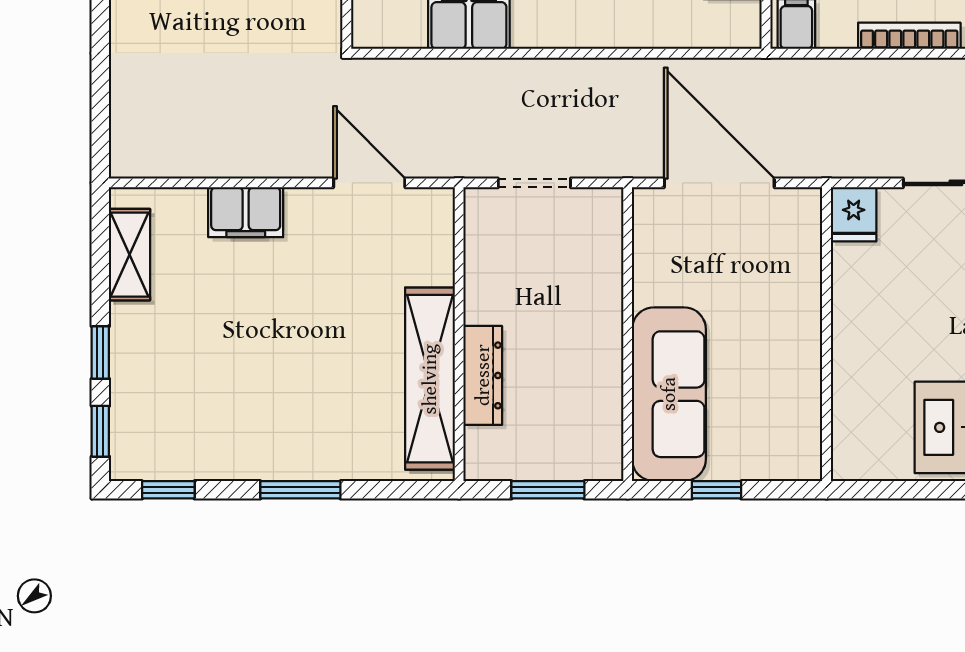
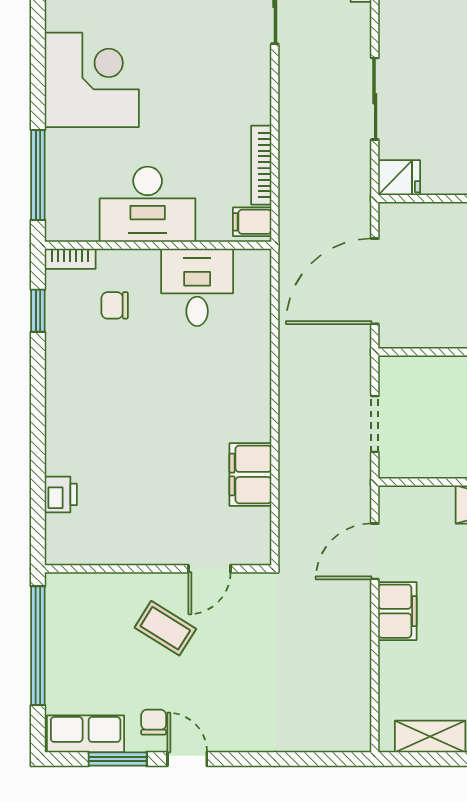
bookcase: (909, 36) -> (261, 165), moved
filing cabinet: (246, 212) -> (397, 611), moved

